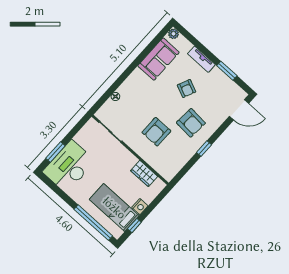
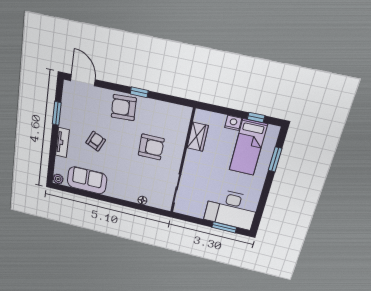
armchair: (191, 123) -> (124, 108), moved, turned -97
window: (93, 223) -> (275, 159), width x0.47

